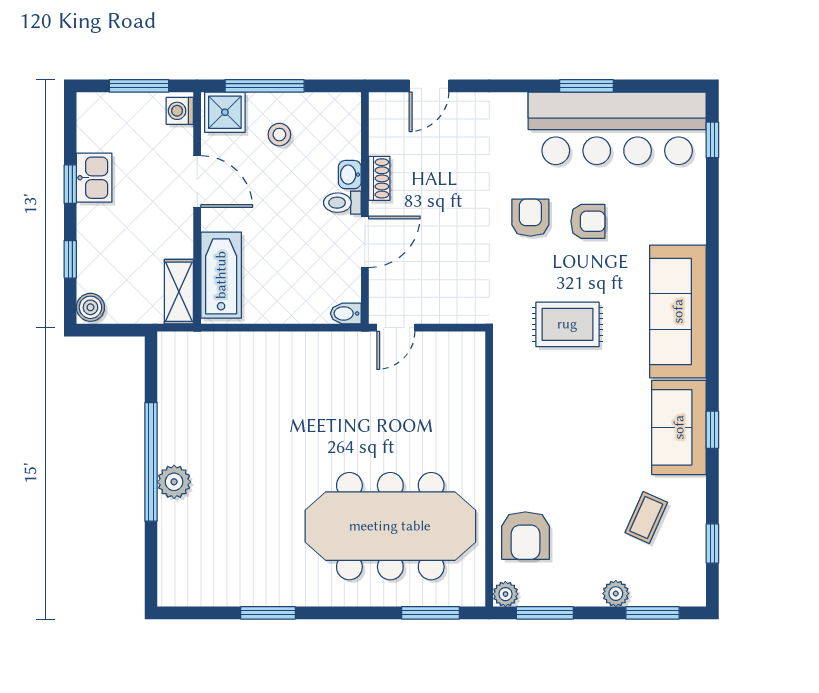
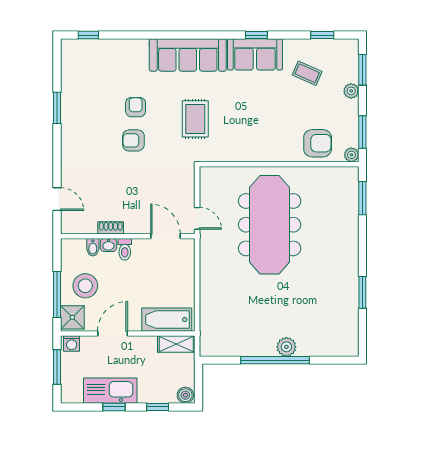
bar counter: (617, 128) -> (82, 90), removed
stool: (279, 135) -> (85, 286), width x1.89, depth x1.89
kitchen sink: (94, 178) -> (110, 391), width x1.88, depth x1.24
door: (365, 242) -> (165, 236), moved
bidet: (346, 313) -> (93, 247), moved
meeting table: (390, 526) -> (270, 225), moved

